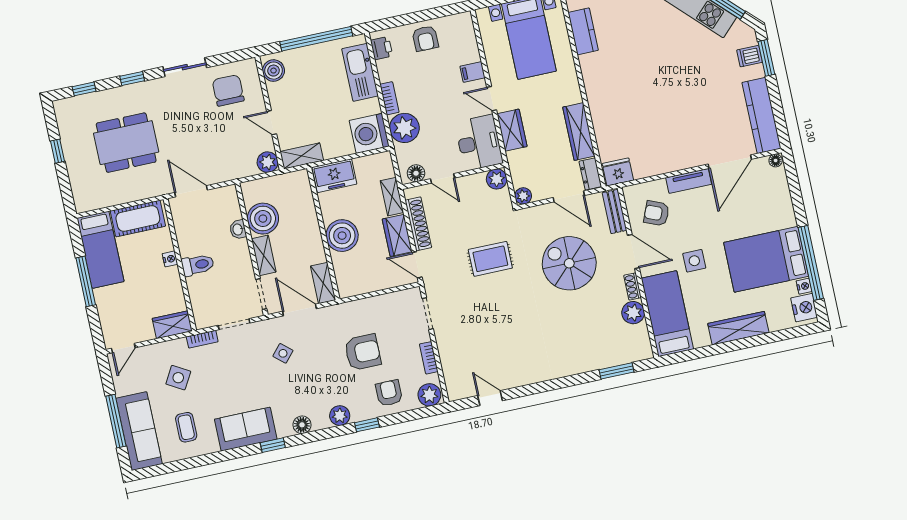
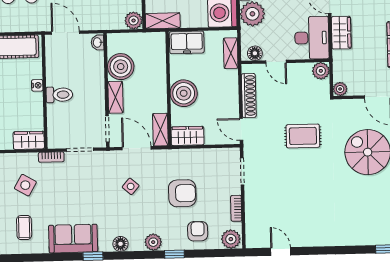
shelving: (392, 197) -> (231, 53), moved
washbasin: (238, 229) -> (98, 42), moved
wardrobe: (397, 235) -> (187, 136), moved, turned 90
side table: (283, 353) -> (131, 186), moved

